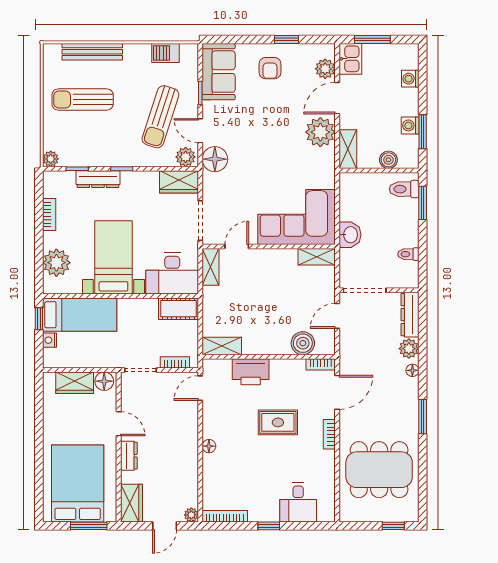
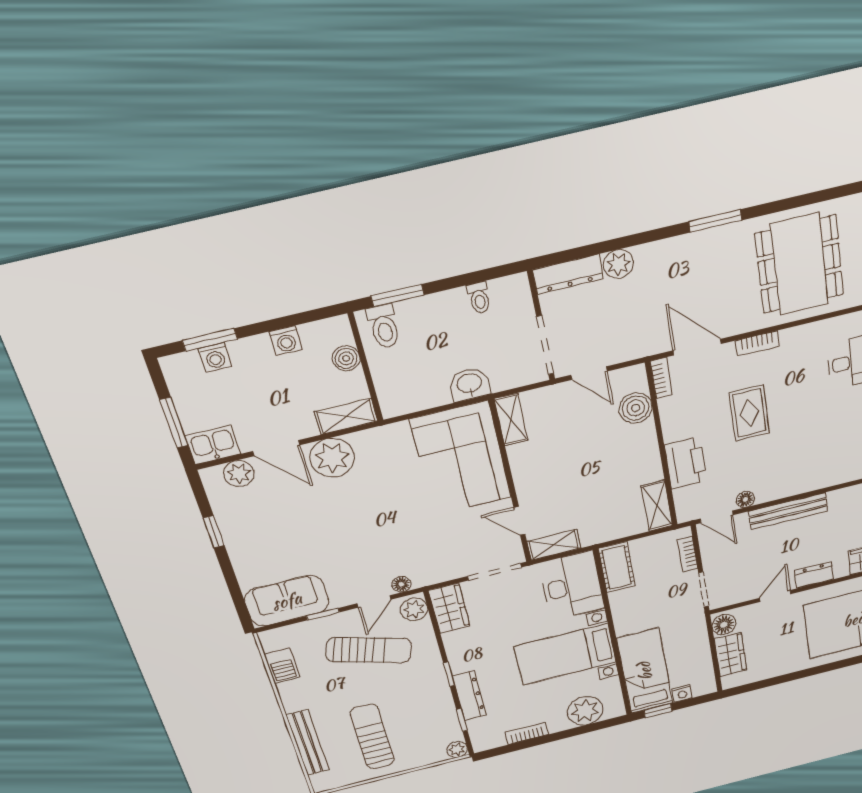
armchair: (270, 68) -> (261, 542), removed
sun lounger: (83, 99) -> (372, 737), turned 180
window: (423, 132) -> (210, 340), moved
floor lamp: (215, 159) -> (401, 584), width x0.53, depth x0.53
floor lamp: (412, 370) -> (650, 251), removed
bench: (190, 442) -> (788, 511), added
floor lamp: (209, 446) -> (745, 499), moved

